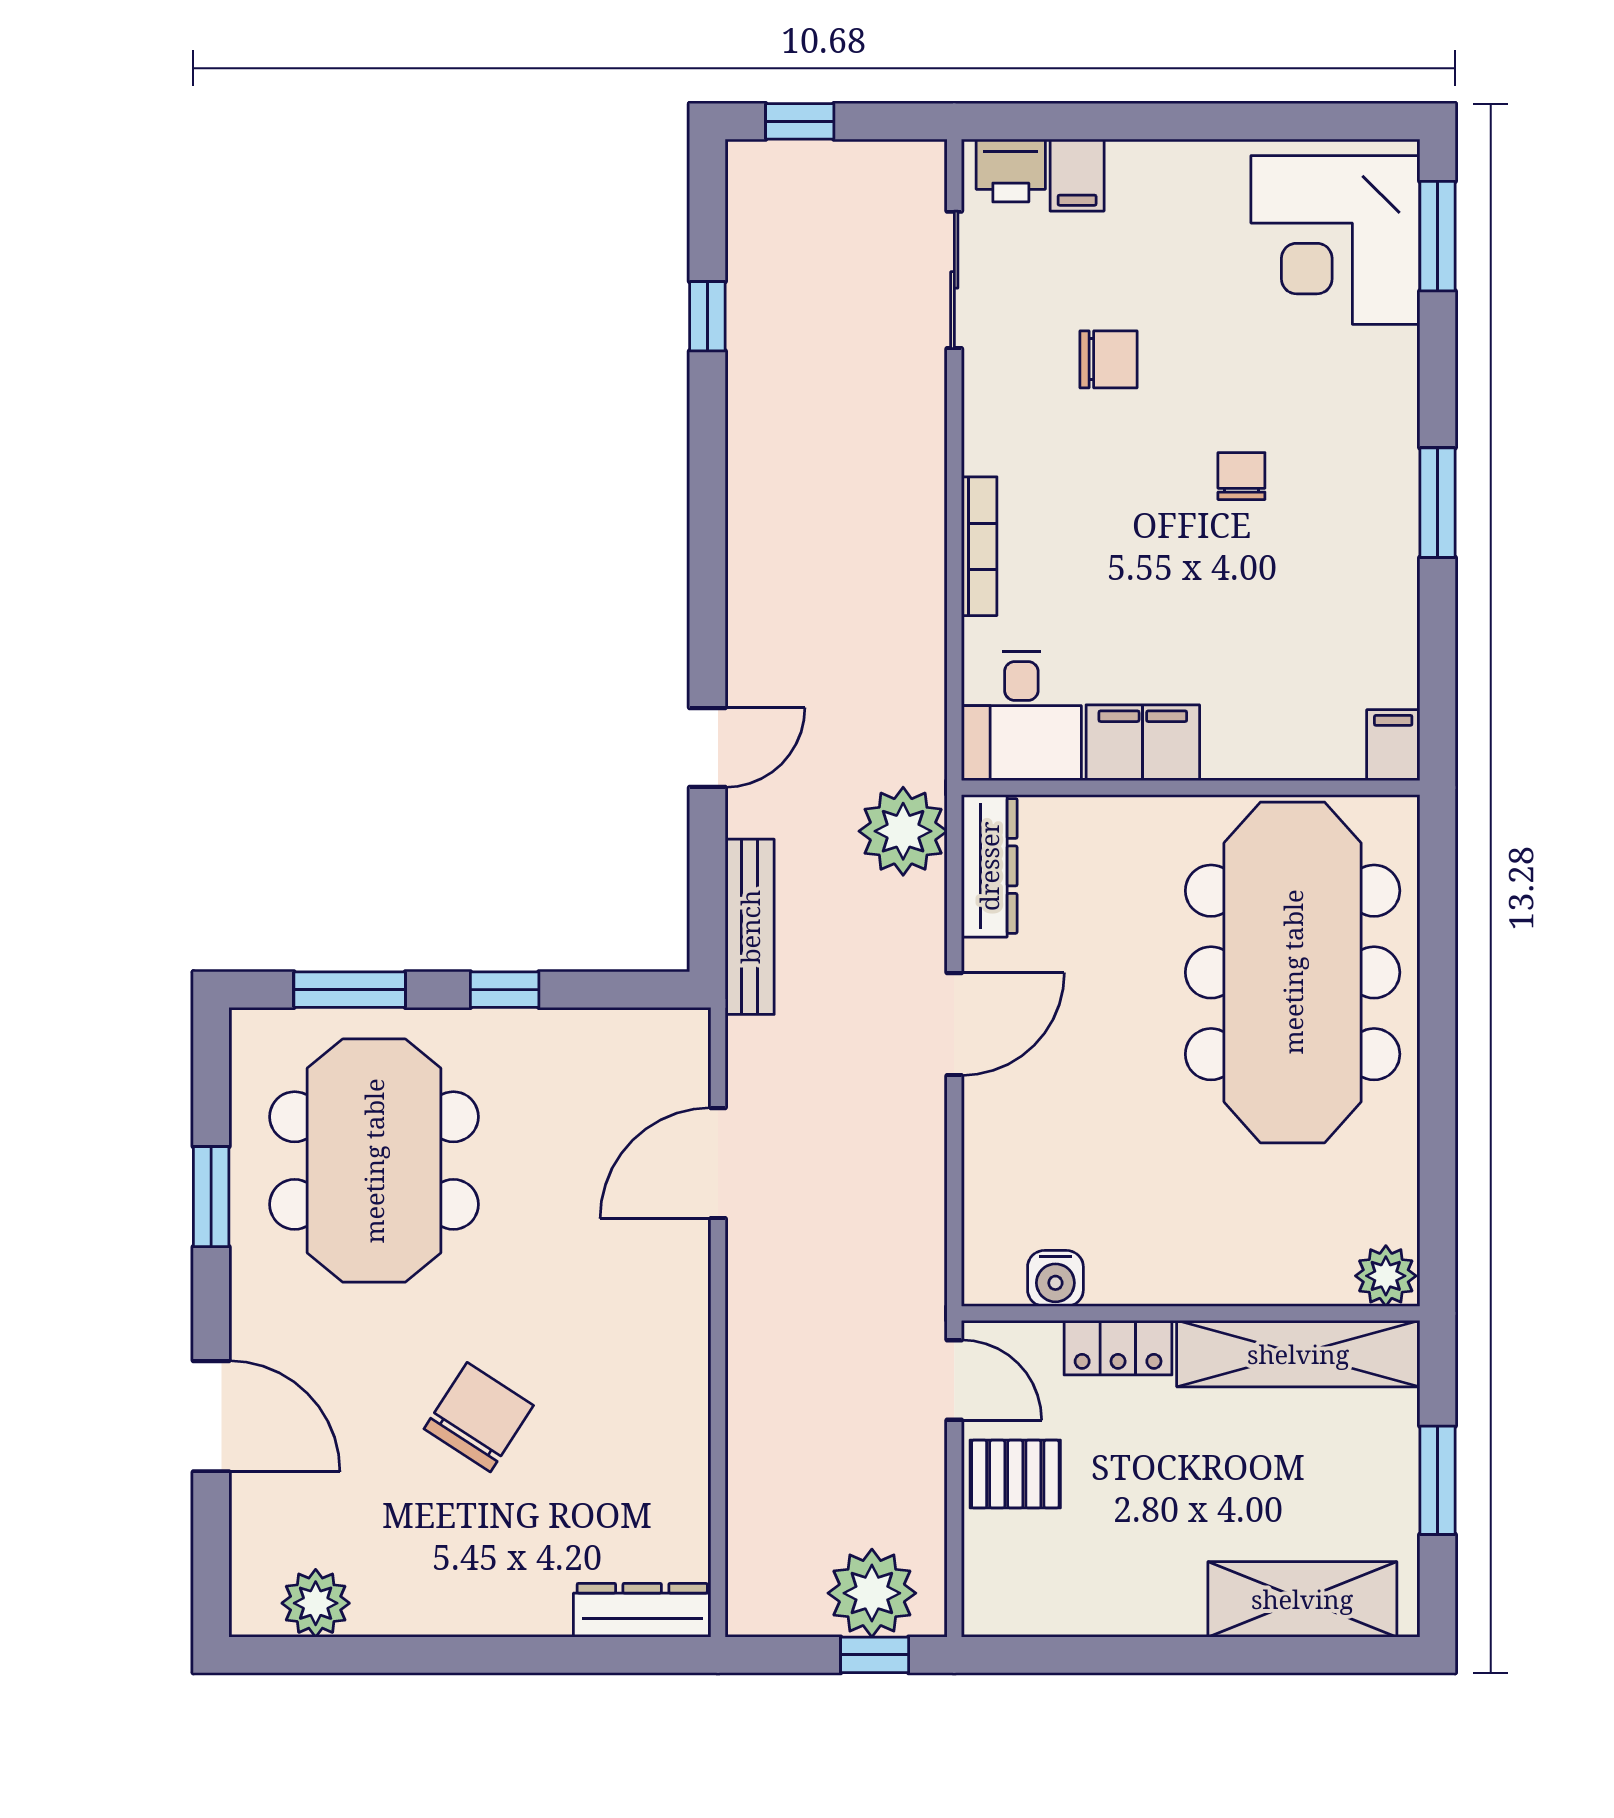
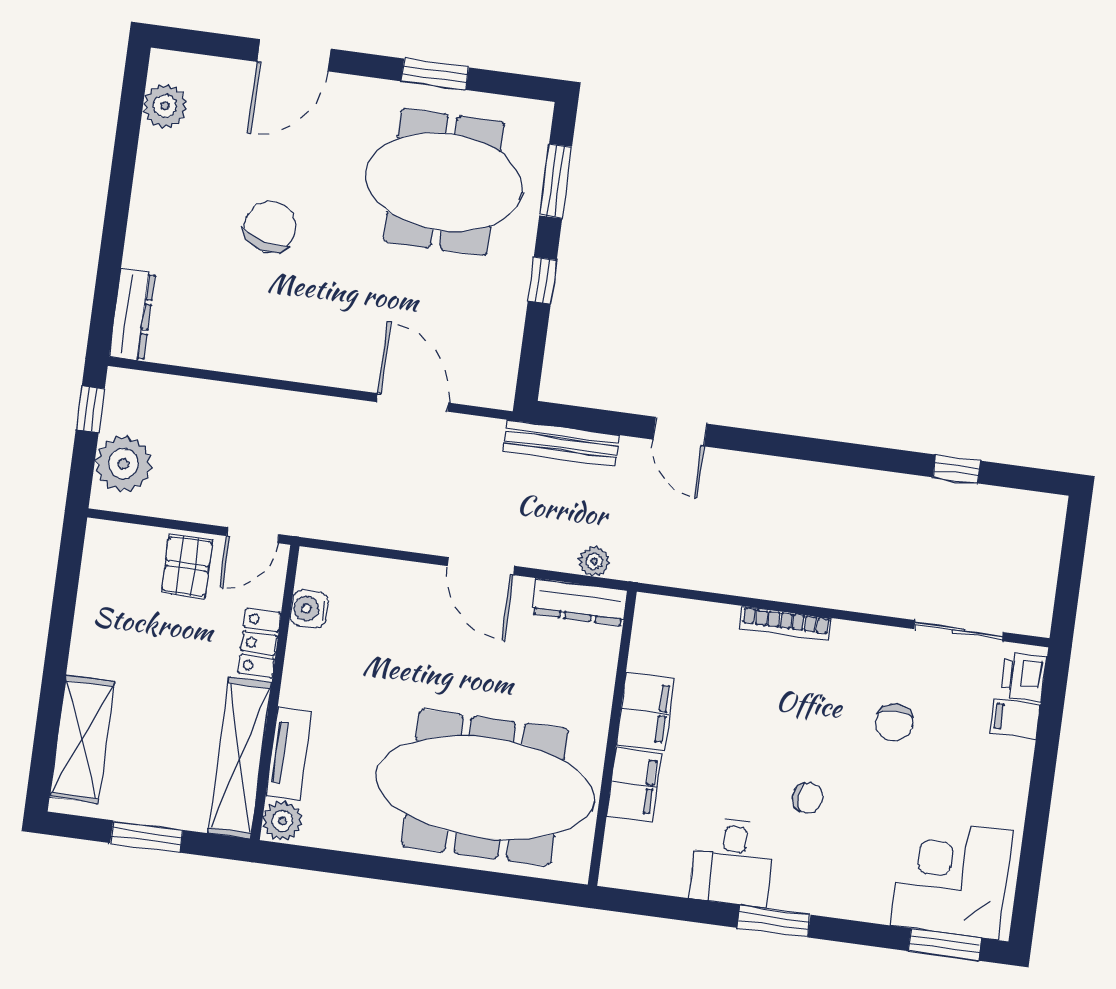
window: (800, 121) -> (1074, 545), removed
desk: (1021, 716) -> (732, 862), moved, turned -90
filing cabinet: (1393, 745) -> (634, 785), moved, width x2.00
plant: (903, 831) -> (594, 561), width x0.53, depth x0.53
tv unit: (1281, 1280) -> (289, 754), added
chair: (479, 1417) -> (270, 227), turned -108
window: (875, 1655) -> (90, 409), moved

